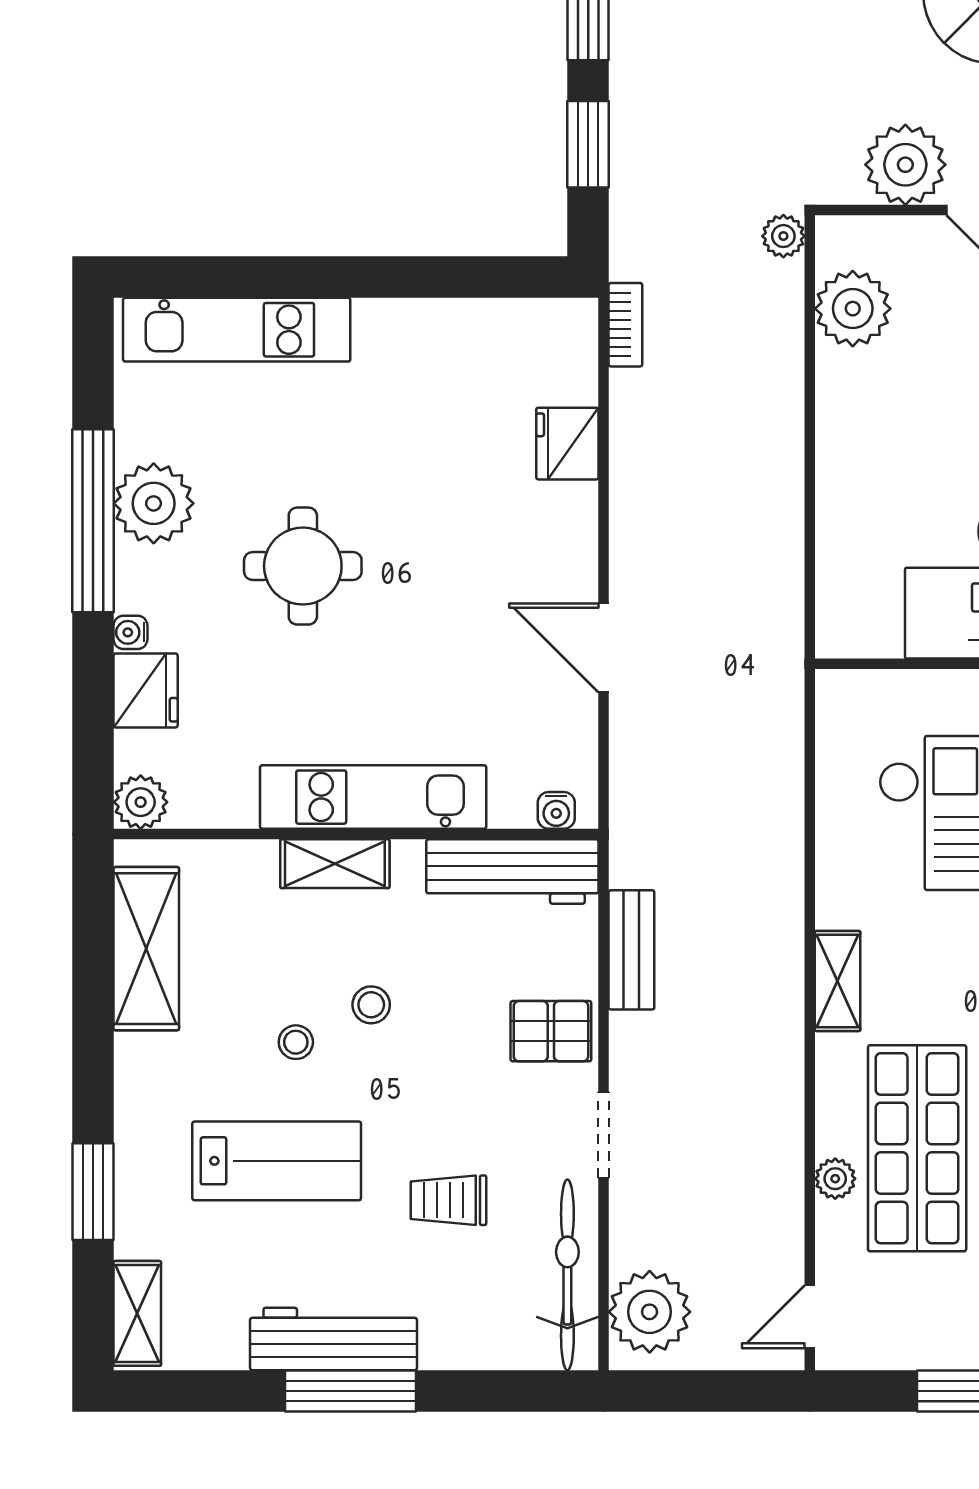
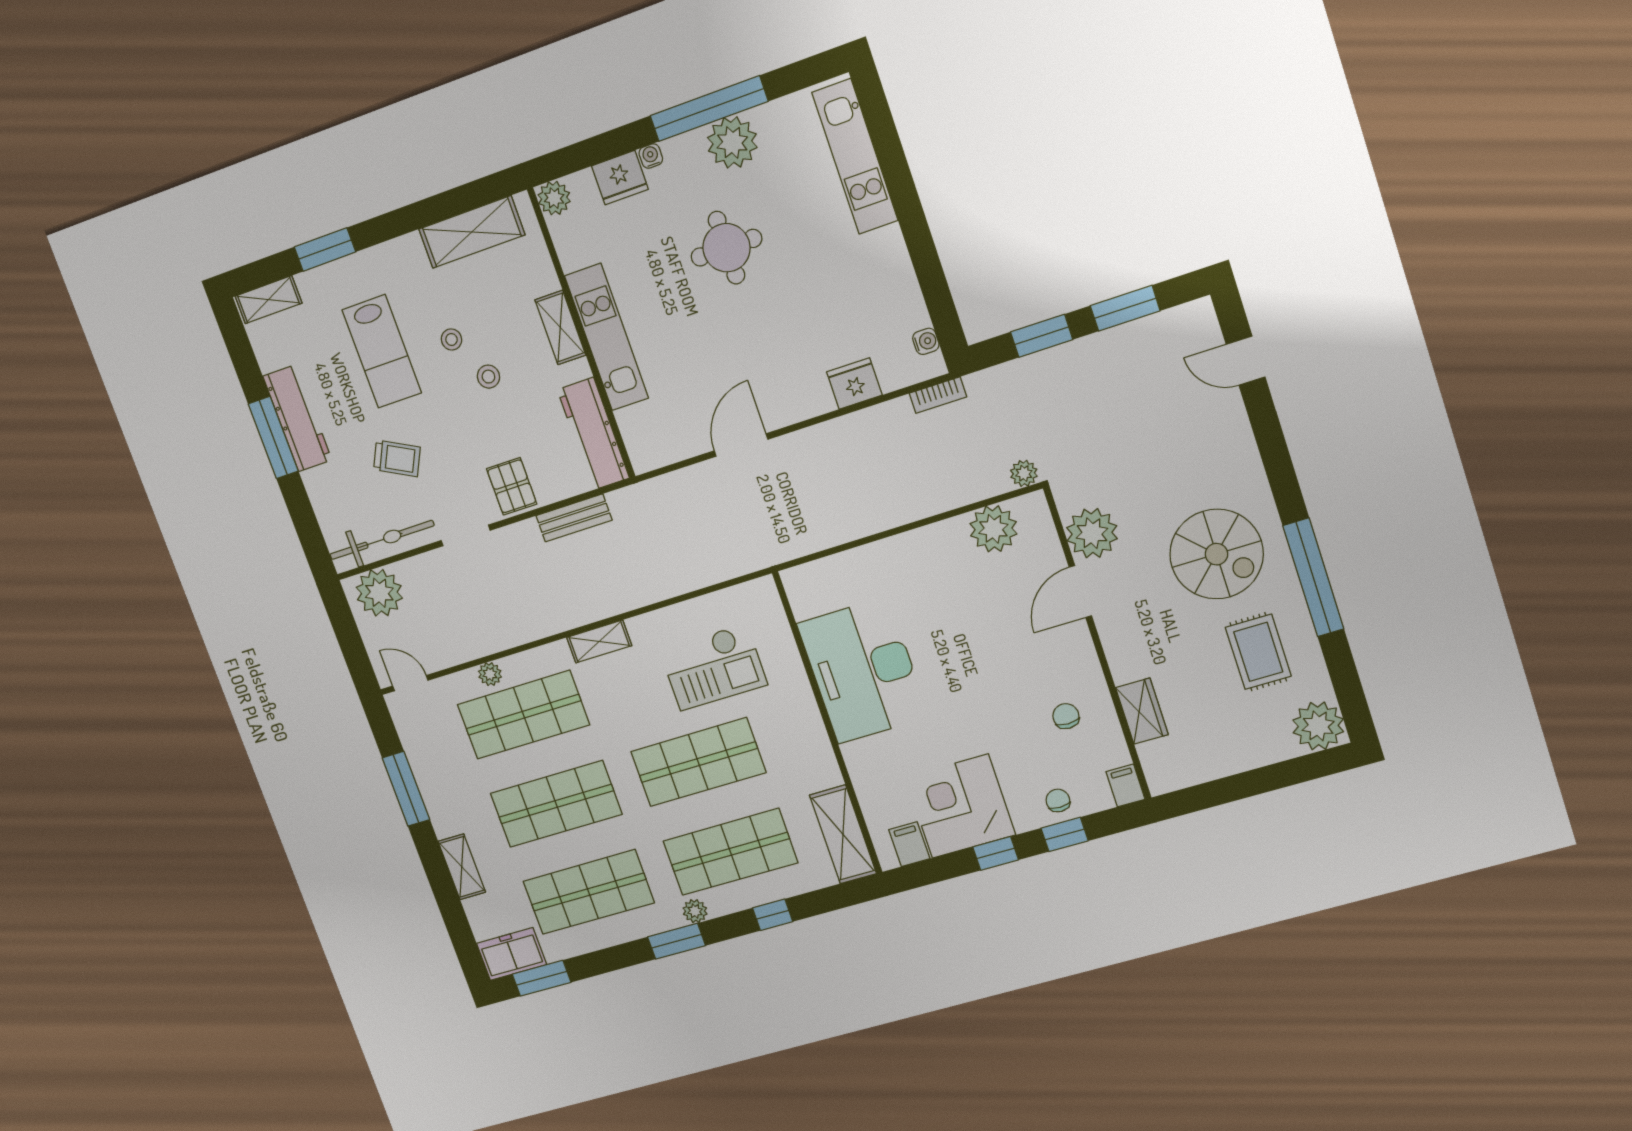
water cooler: (556, 810) -> (926, 341), moved, turned 180
trolley: (448, 1200) -> (397, 458), turned 117

